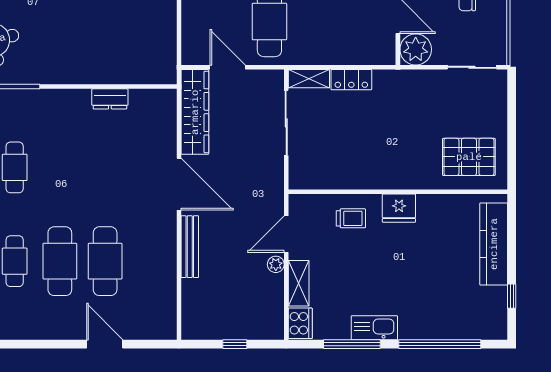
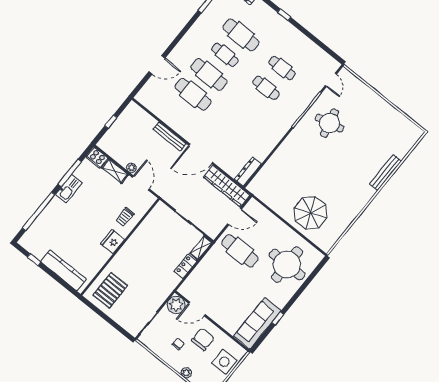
dresser: (110, 99) -> (248, 172), moved, width x1.44

